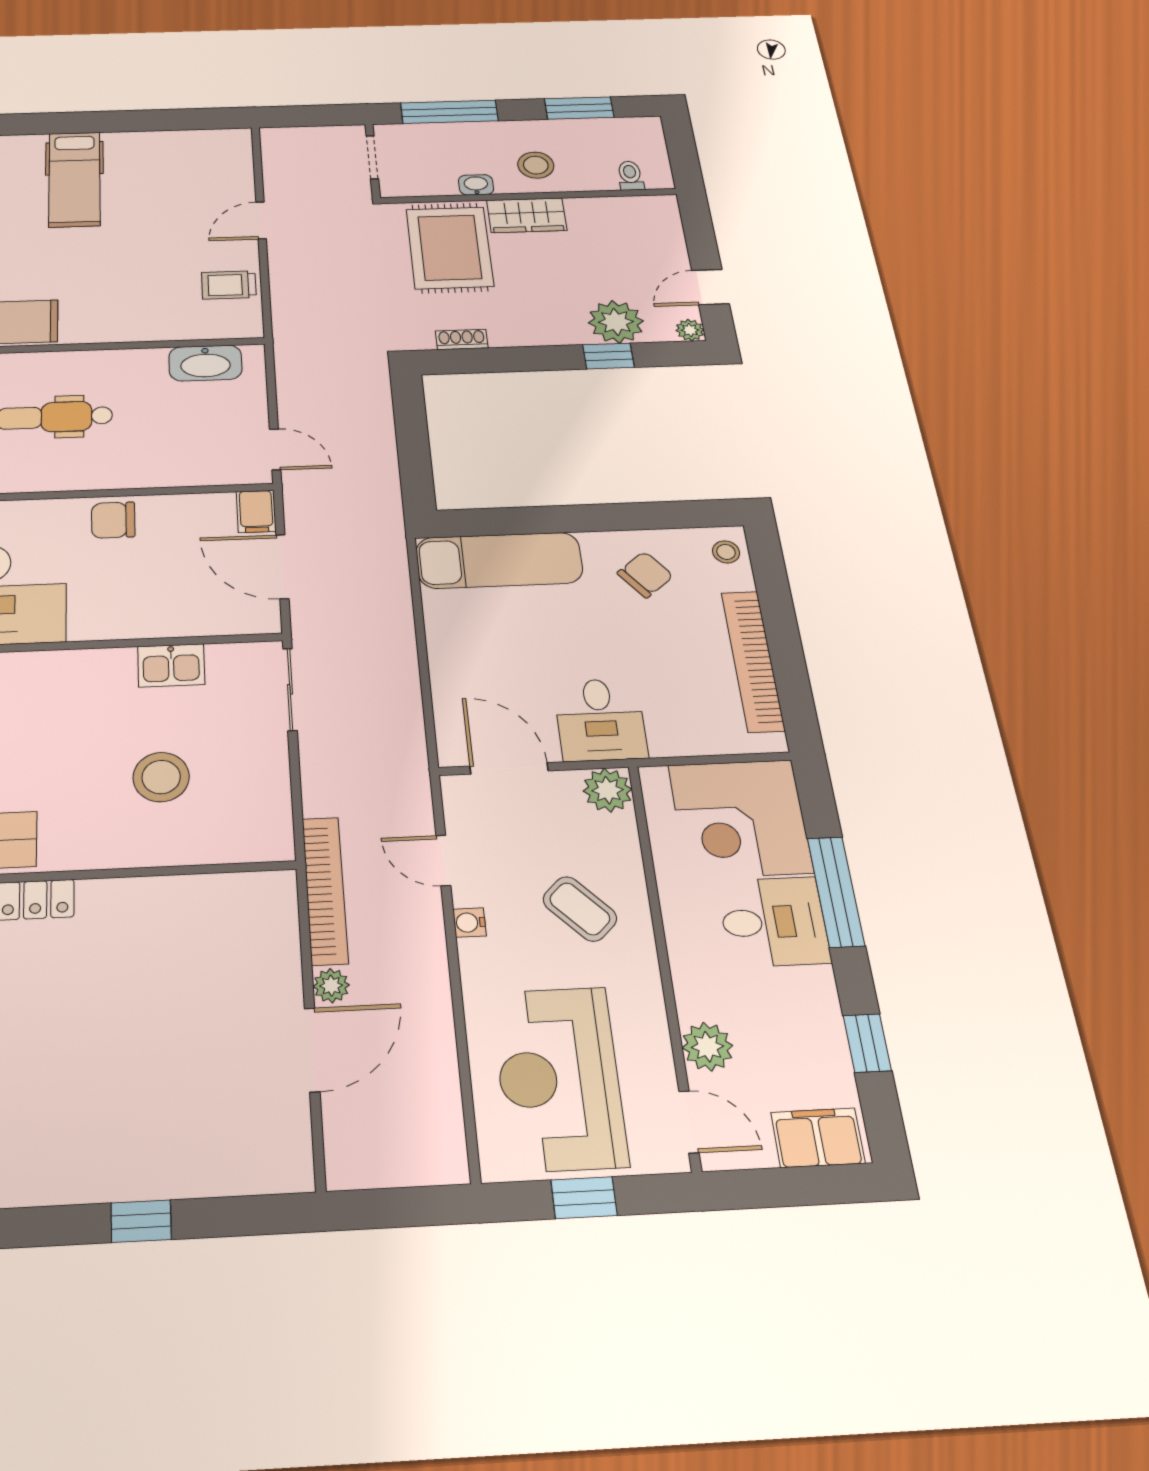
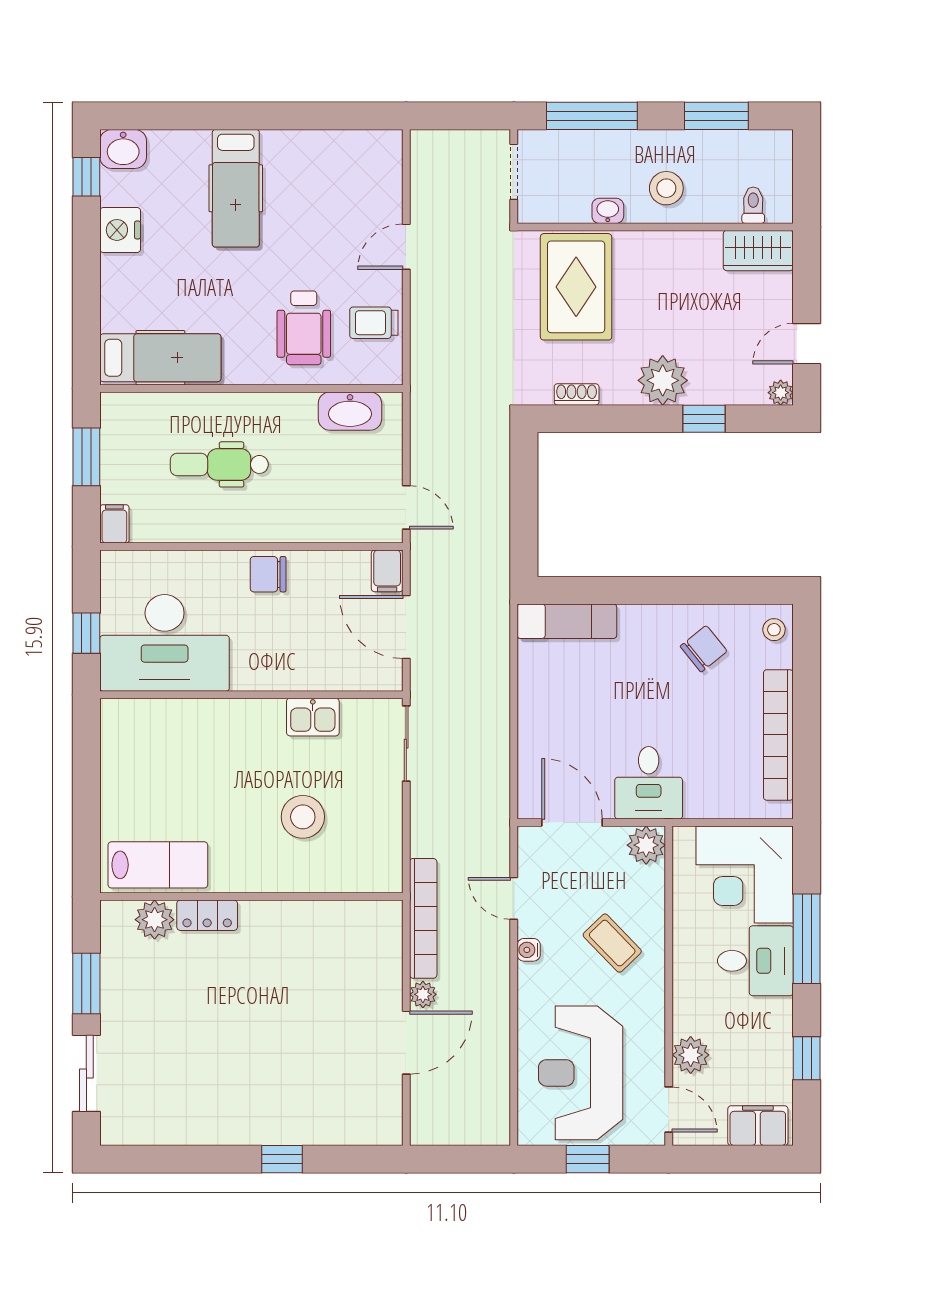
wardrobe: (527, 215) -> (758, 251), moved
wheelchair: (151, 292) -> (304, 328), added
plant: (616, 322) -> (663, 380), moved
exam couch: (499, 560) -> (567, 621), width x0.73, depth x0.69

